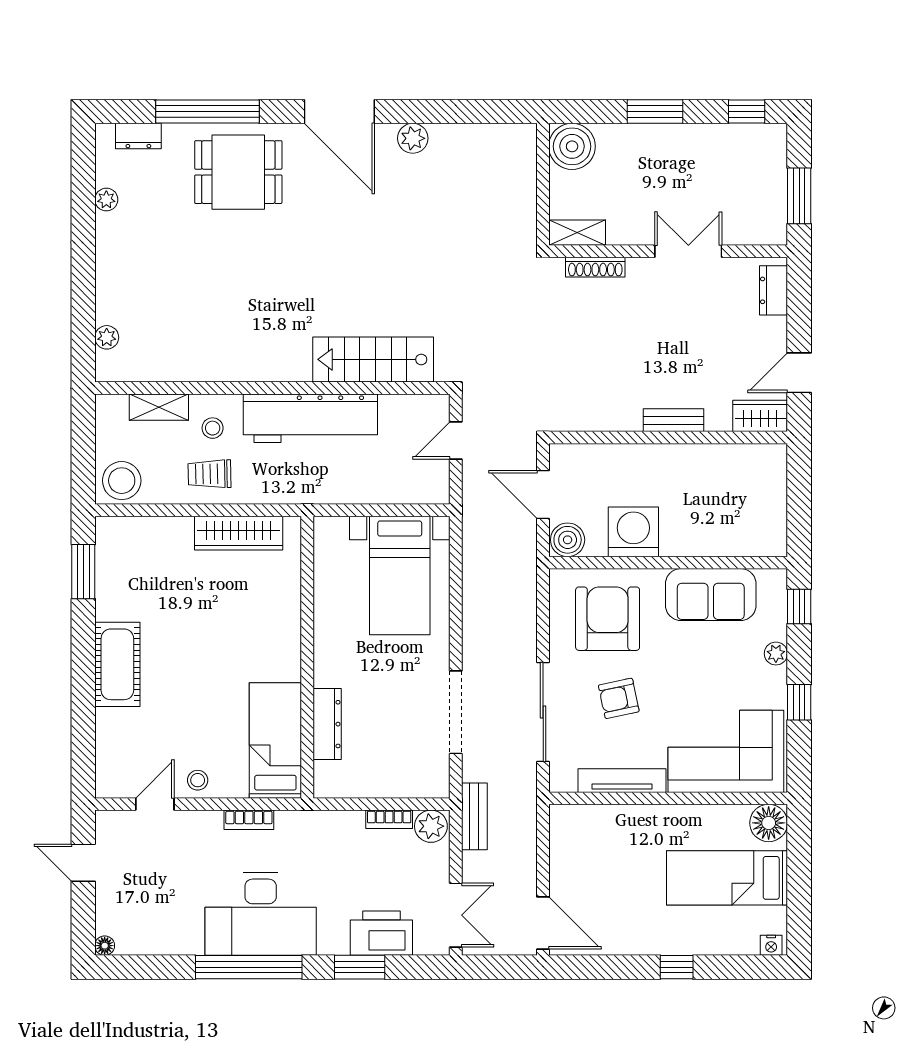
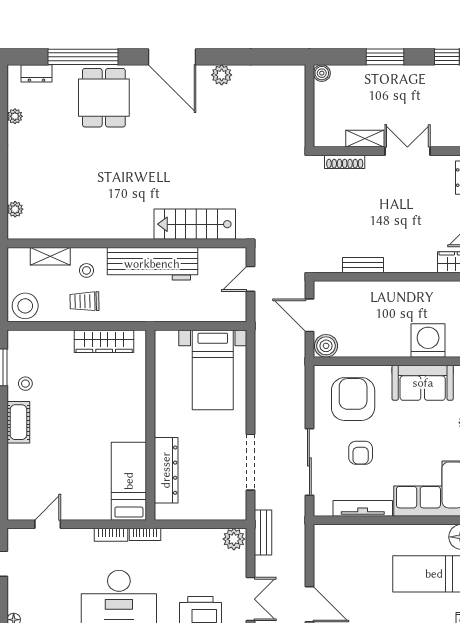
boiler: (572, 146) -> (322, 73), width x0.54, depth x0.54
dining table: (238, 172) -> (104, 98), turned 90
shelving: (577, 233) -> (365, 139), moved
bench: (674, 420) -> (363, 265), moved
washing machine: (633, 532) -> (428, 340), moved
cot: (117, 664) -> (18, 422), width x0.73, depth x0.75
armchair: (619, 698) -> (361, 453), turned -78
dresser: (327, 724) -> (166, 470), width x1.37, depth x1.24
stool: (198, 780) -> (25, 384), moved
bookcase: (389, 819) -> (145, 534), moved

